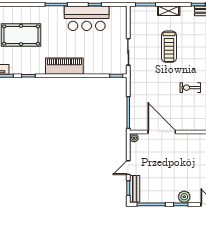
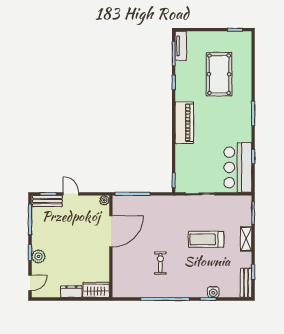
bar counter: (87, 18) -> (238, 167), moved

